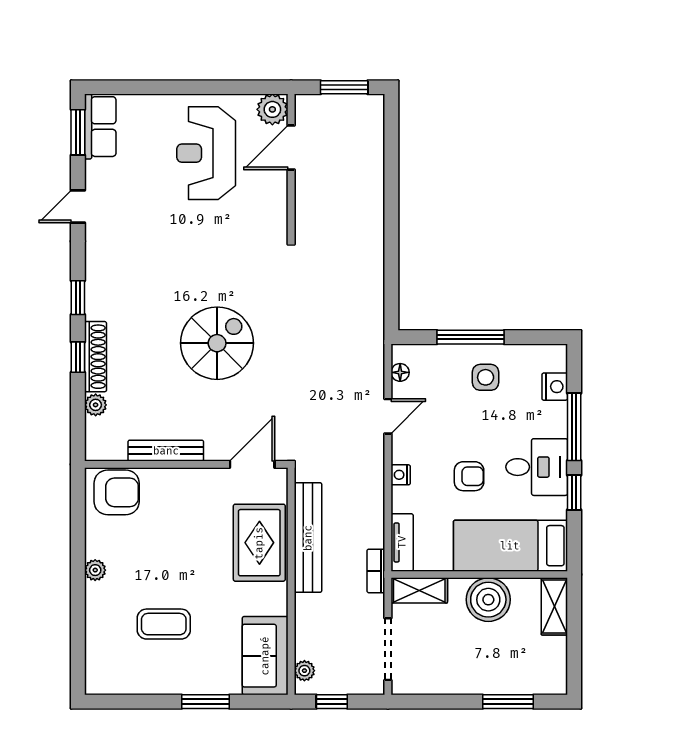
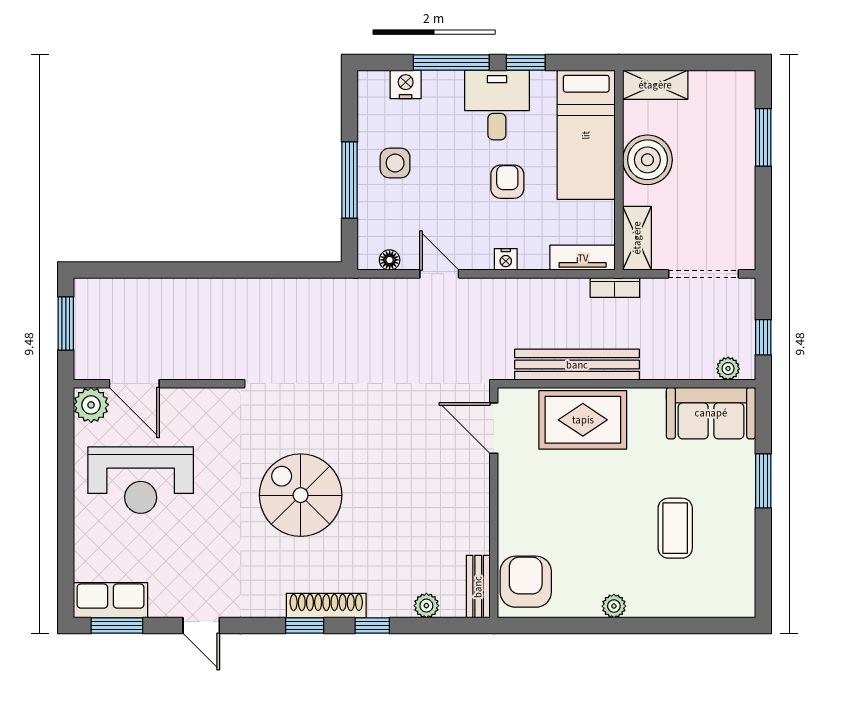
spiral stairs: (217, 343) -> (301, 495), moved
shoe rack: (96, 357) -> (326, 606), moved
bench: (166, 451) -> (478, 587), moved, width x0.73

